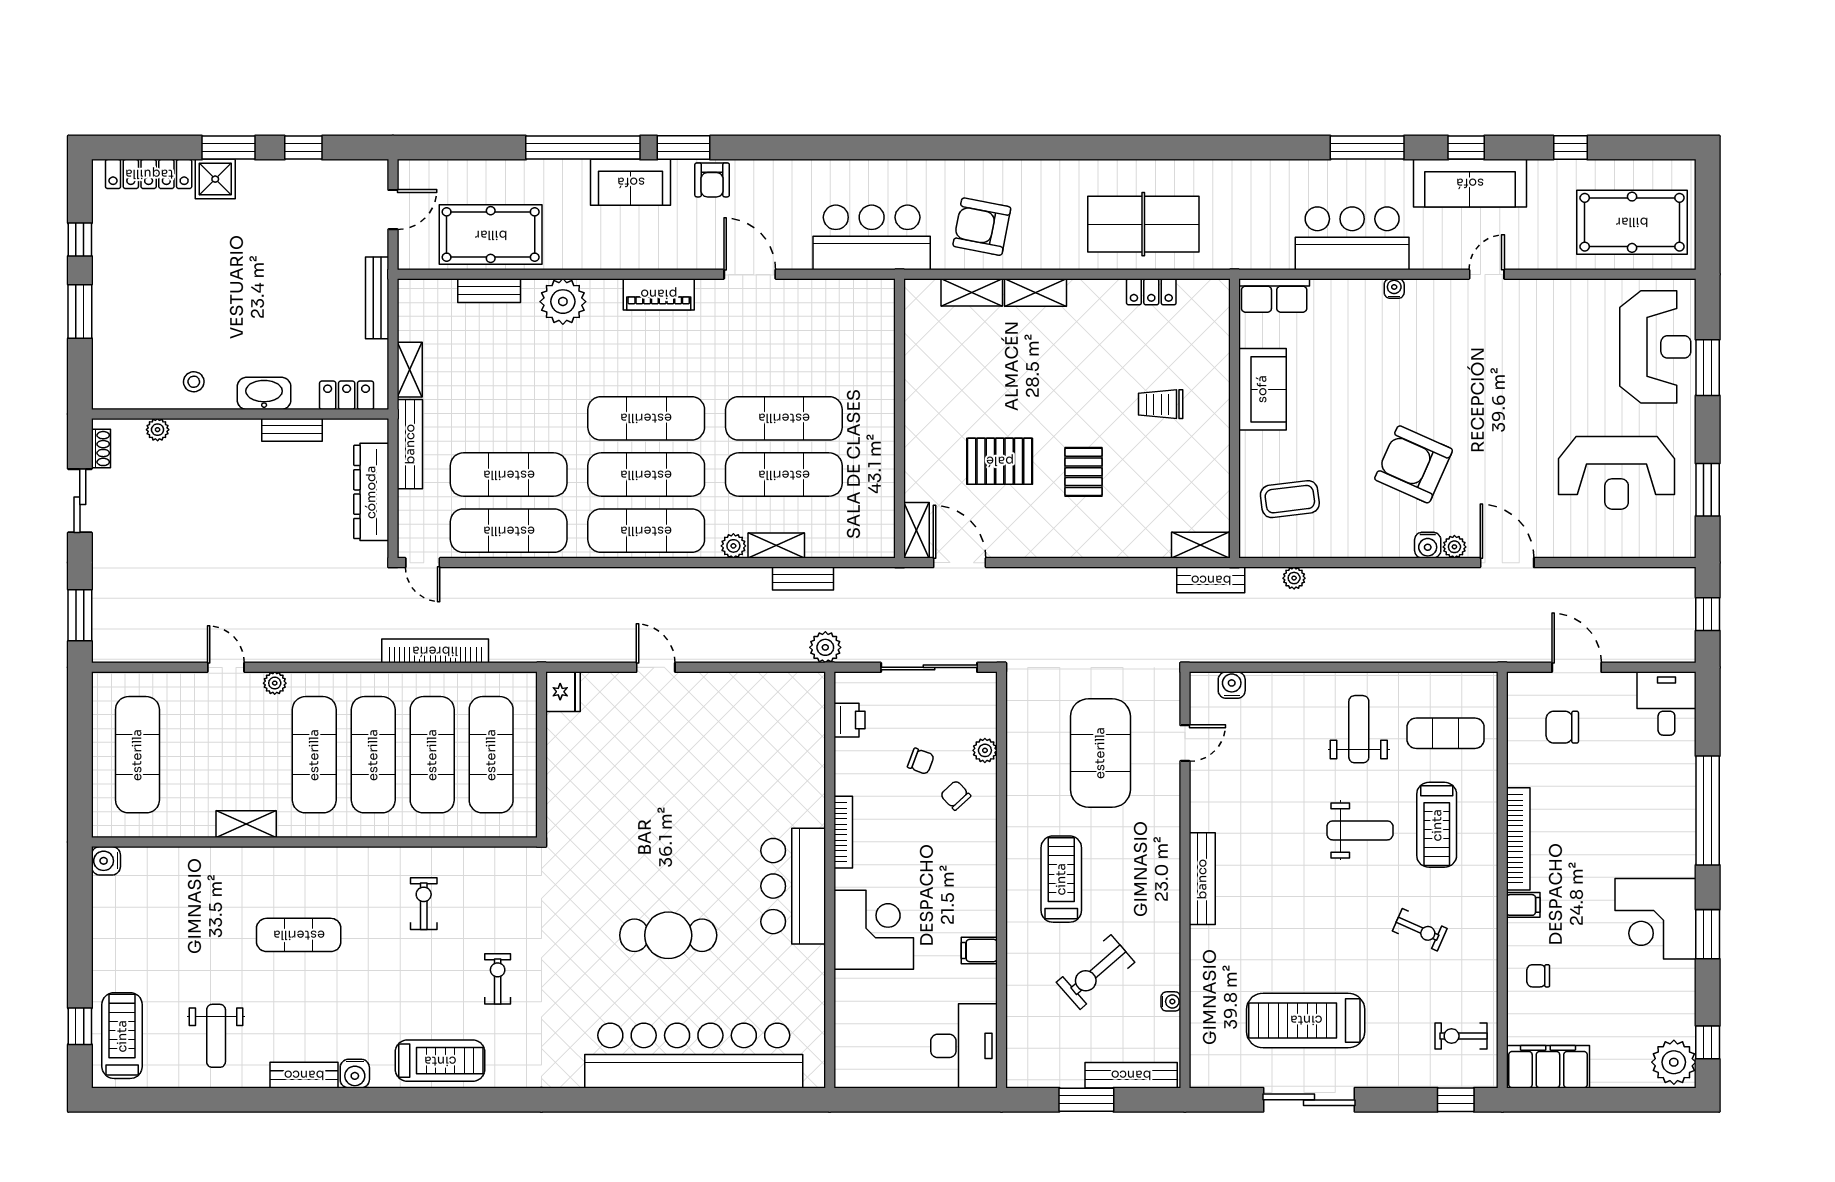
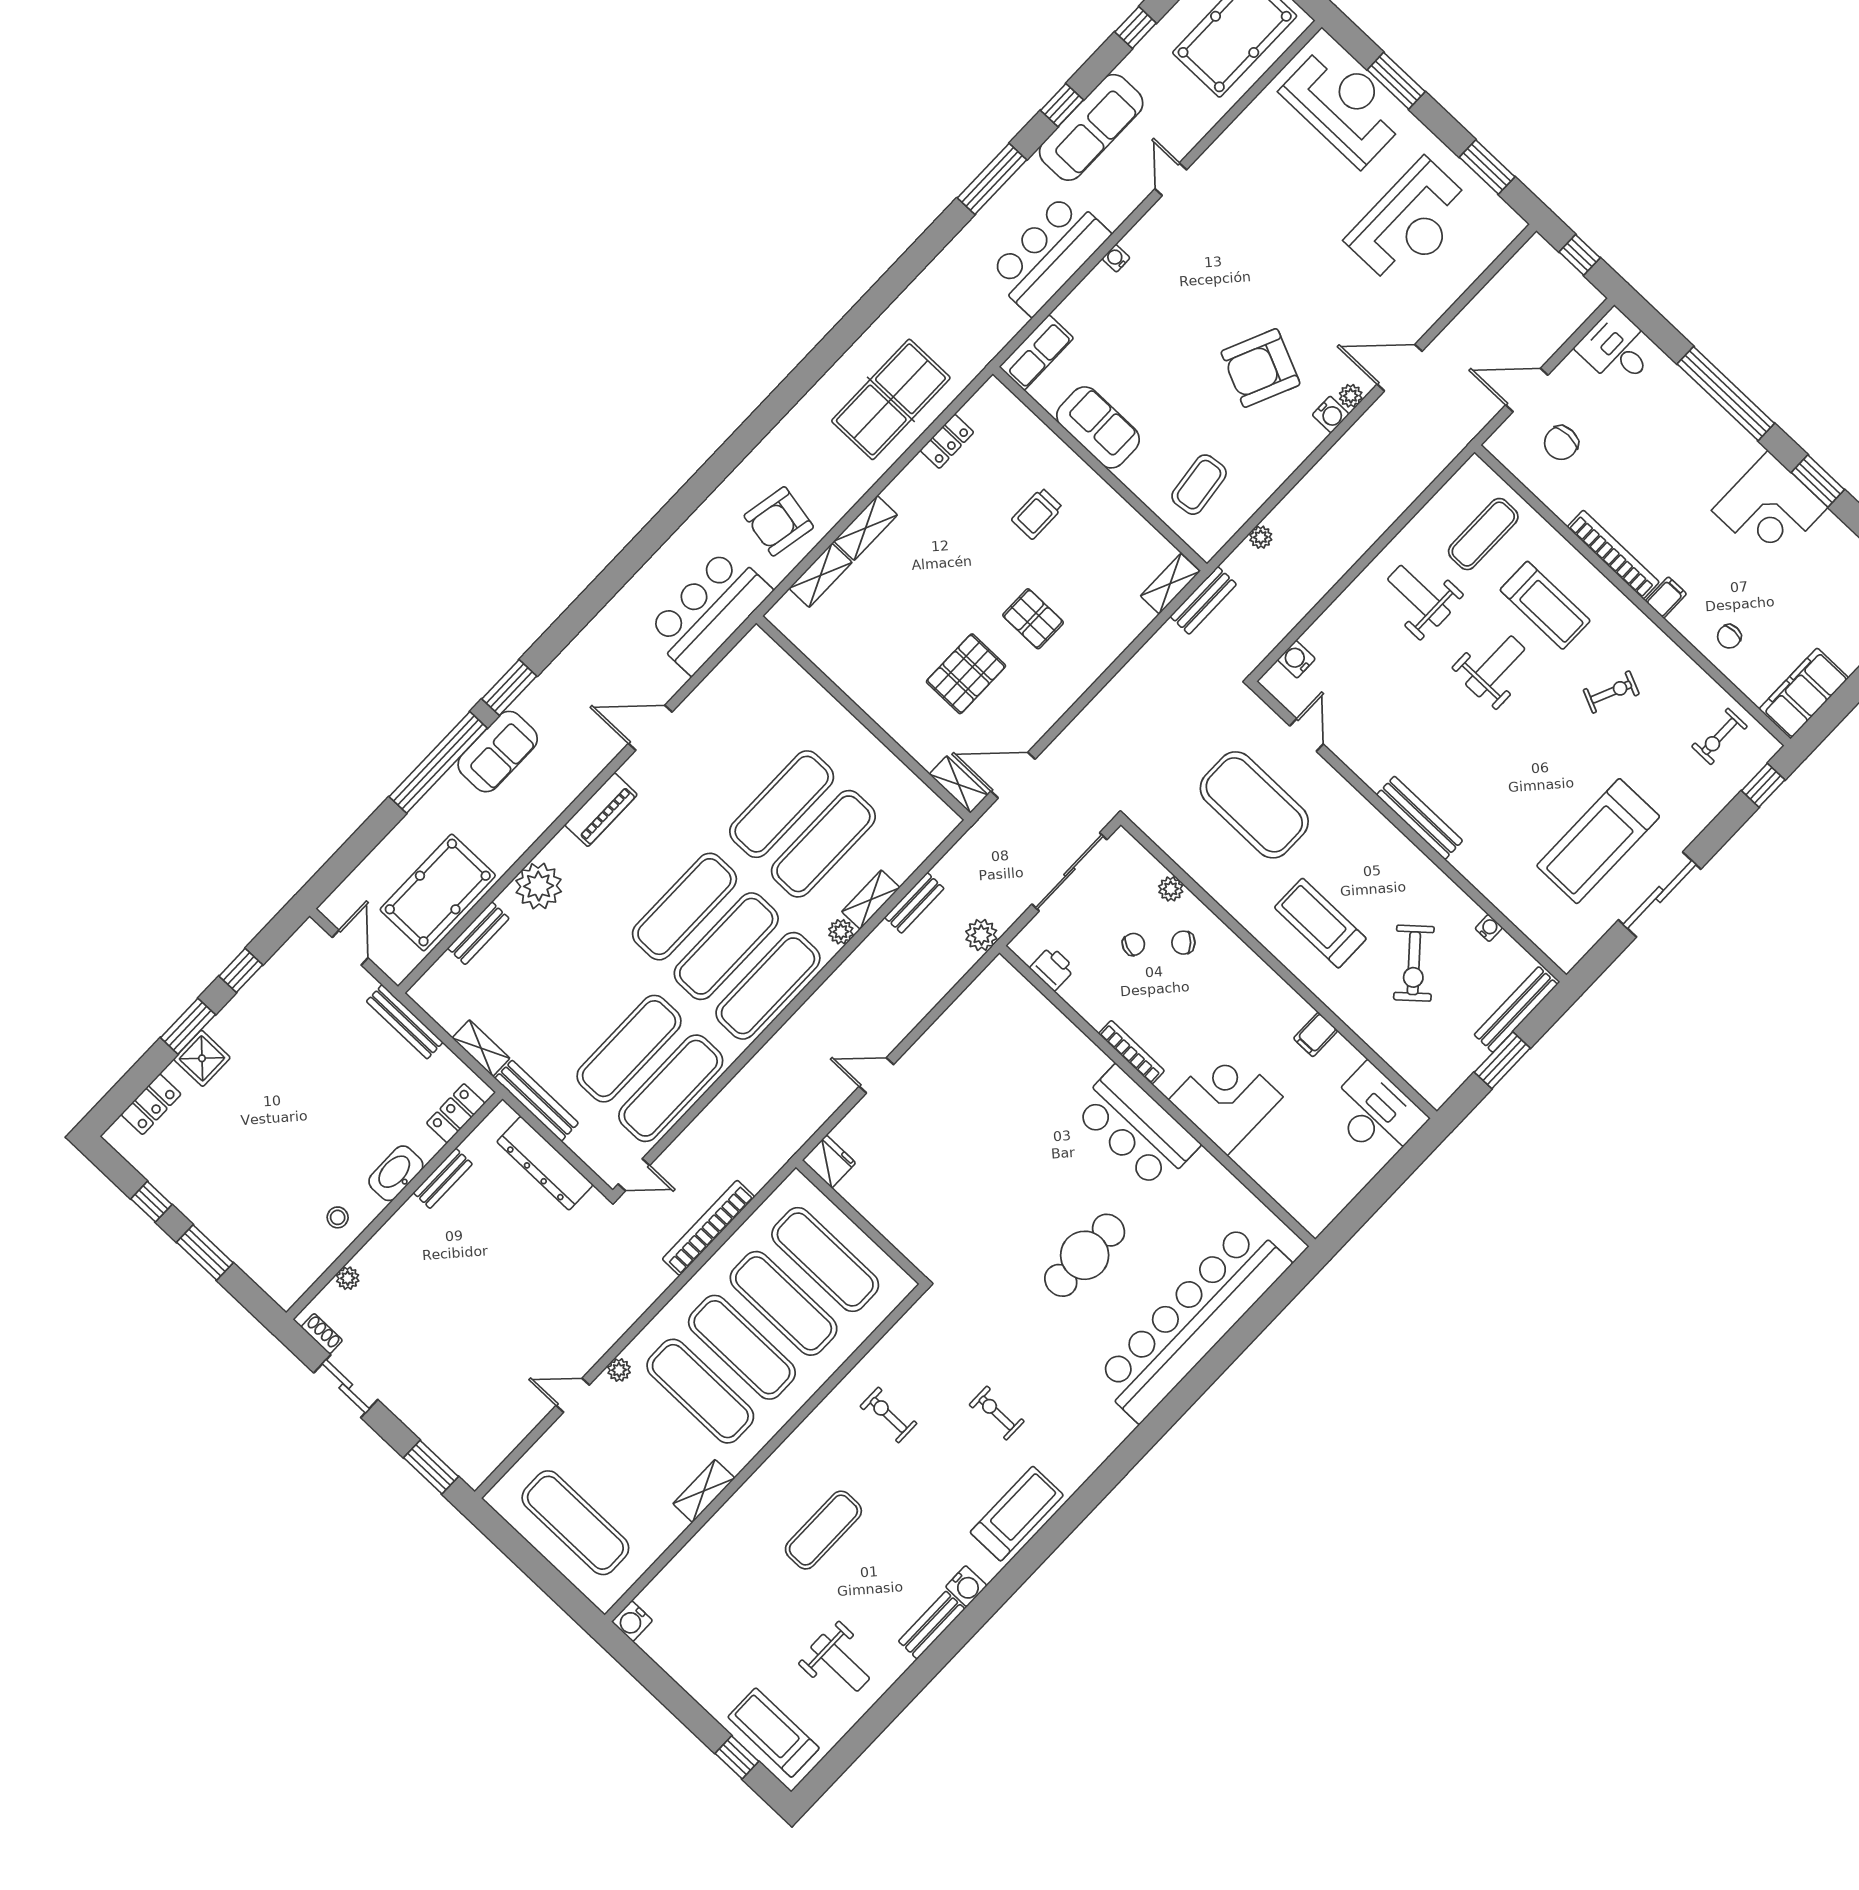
locker: (149, 174) -> (151, 1104), width x0.66
armchair: (712, 180) -> (553, 689), removed

